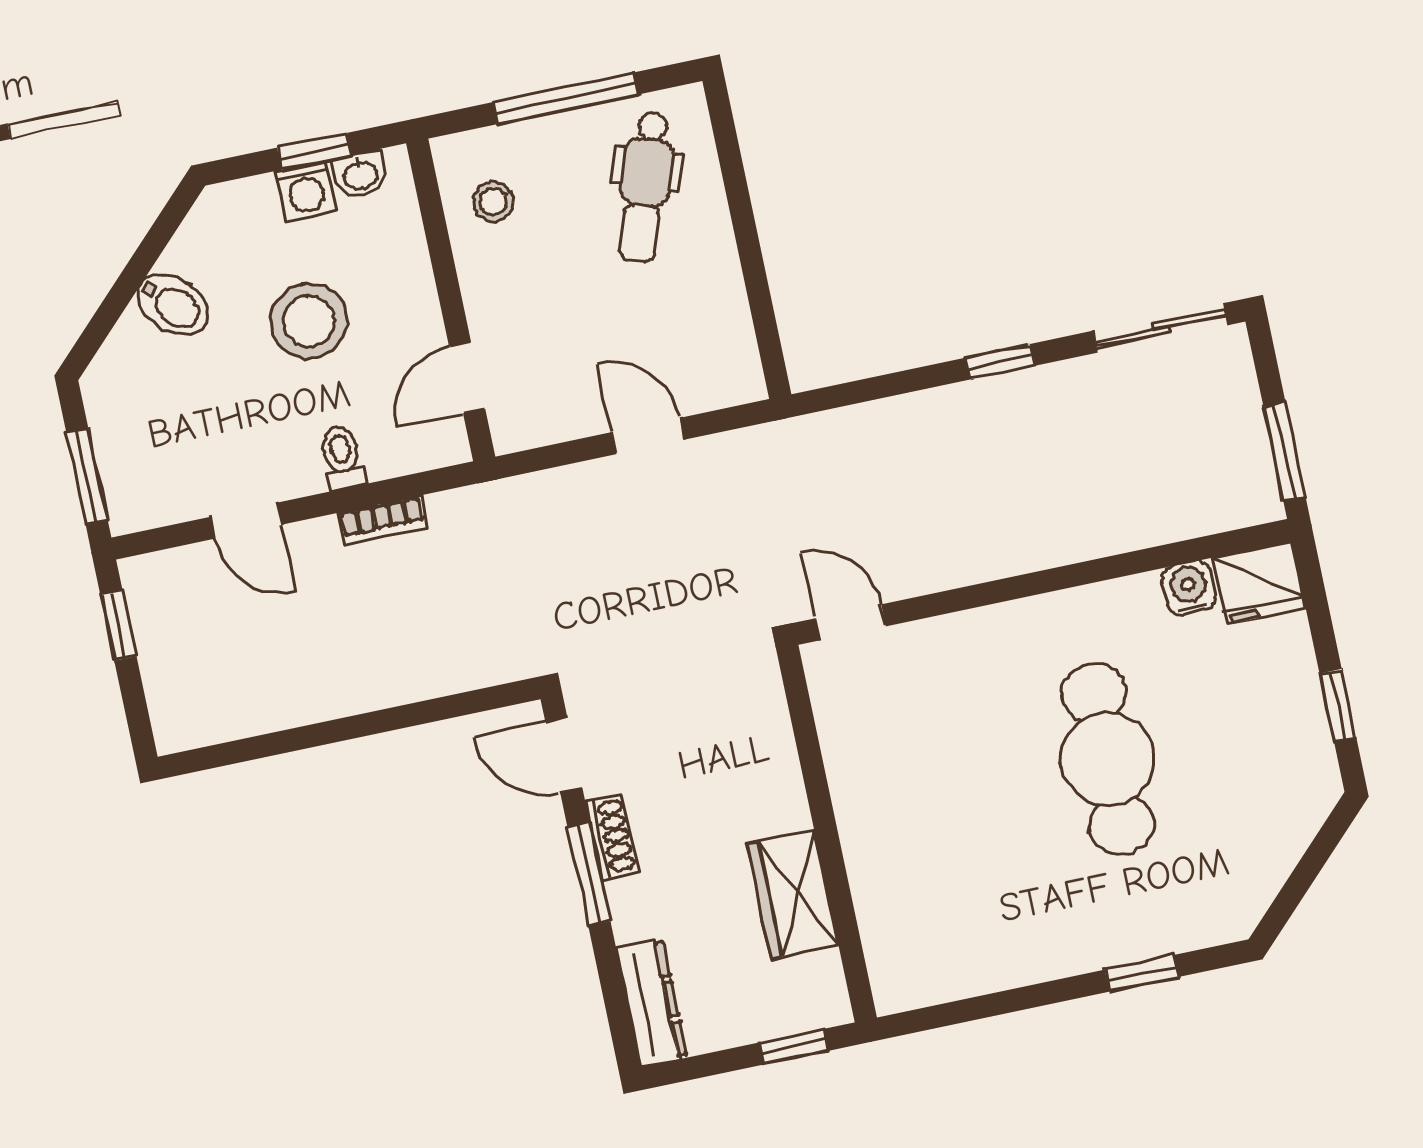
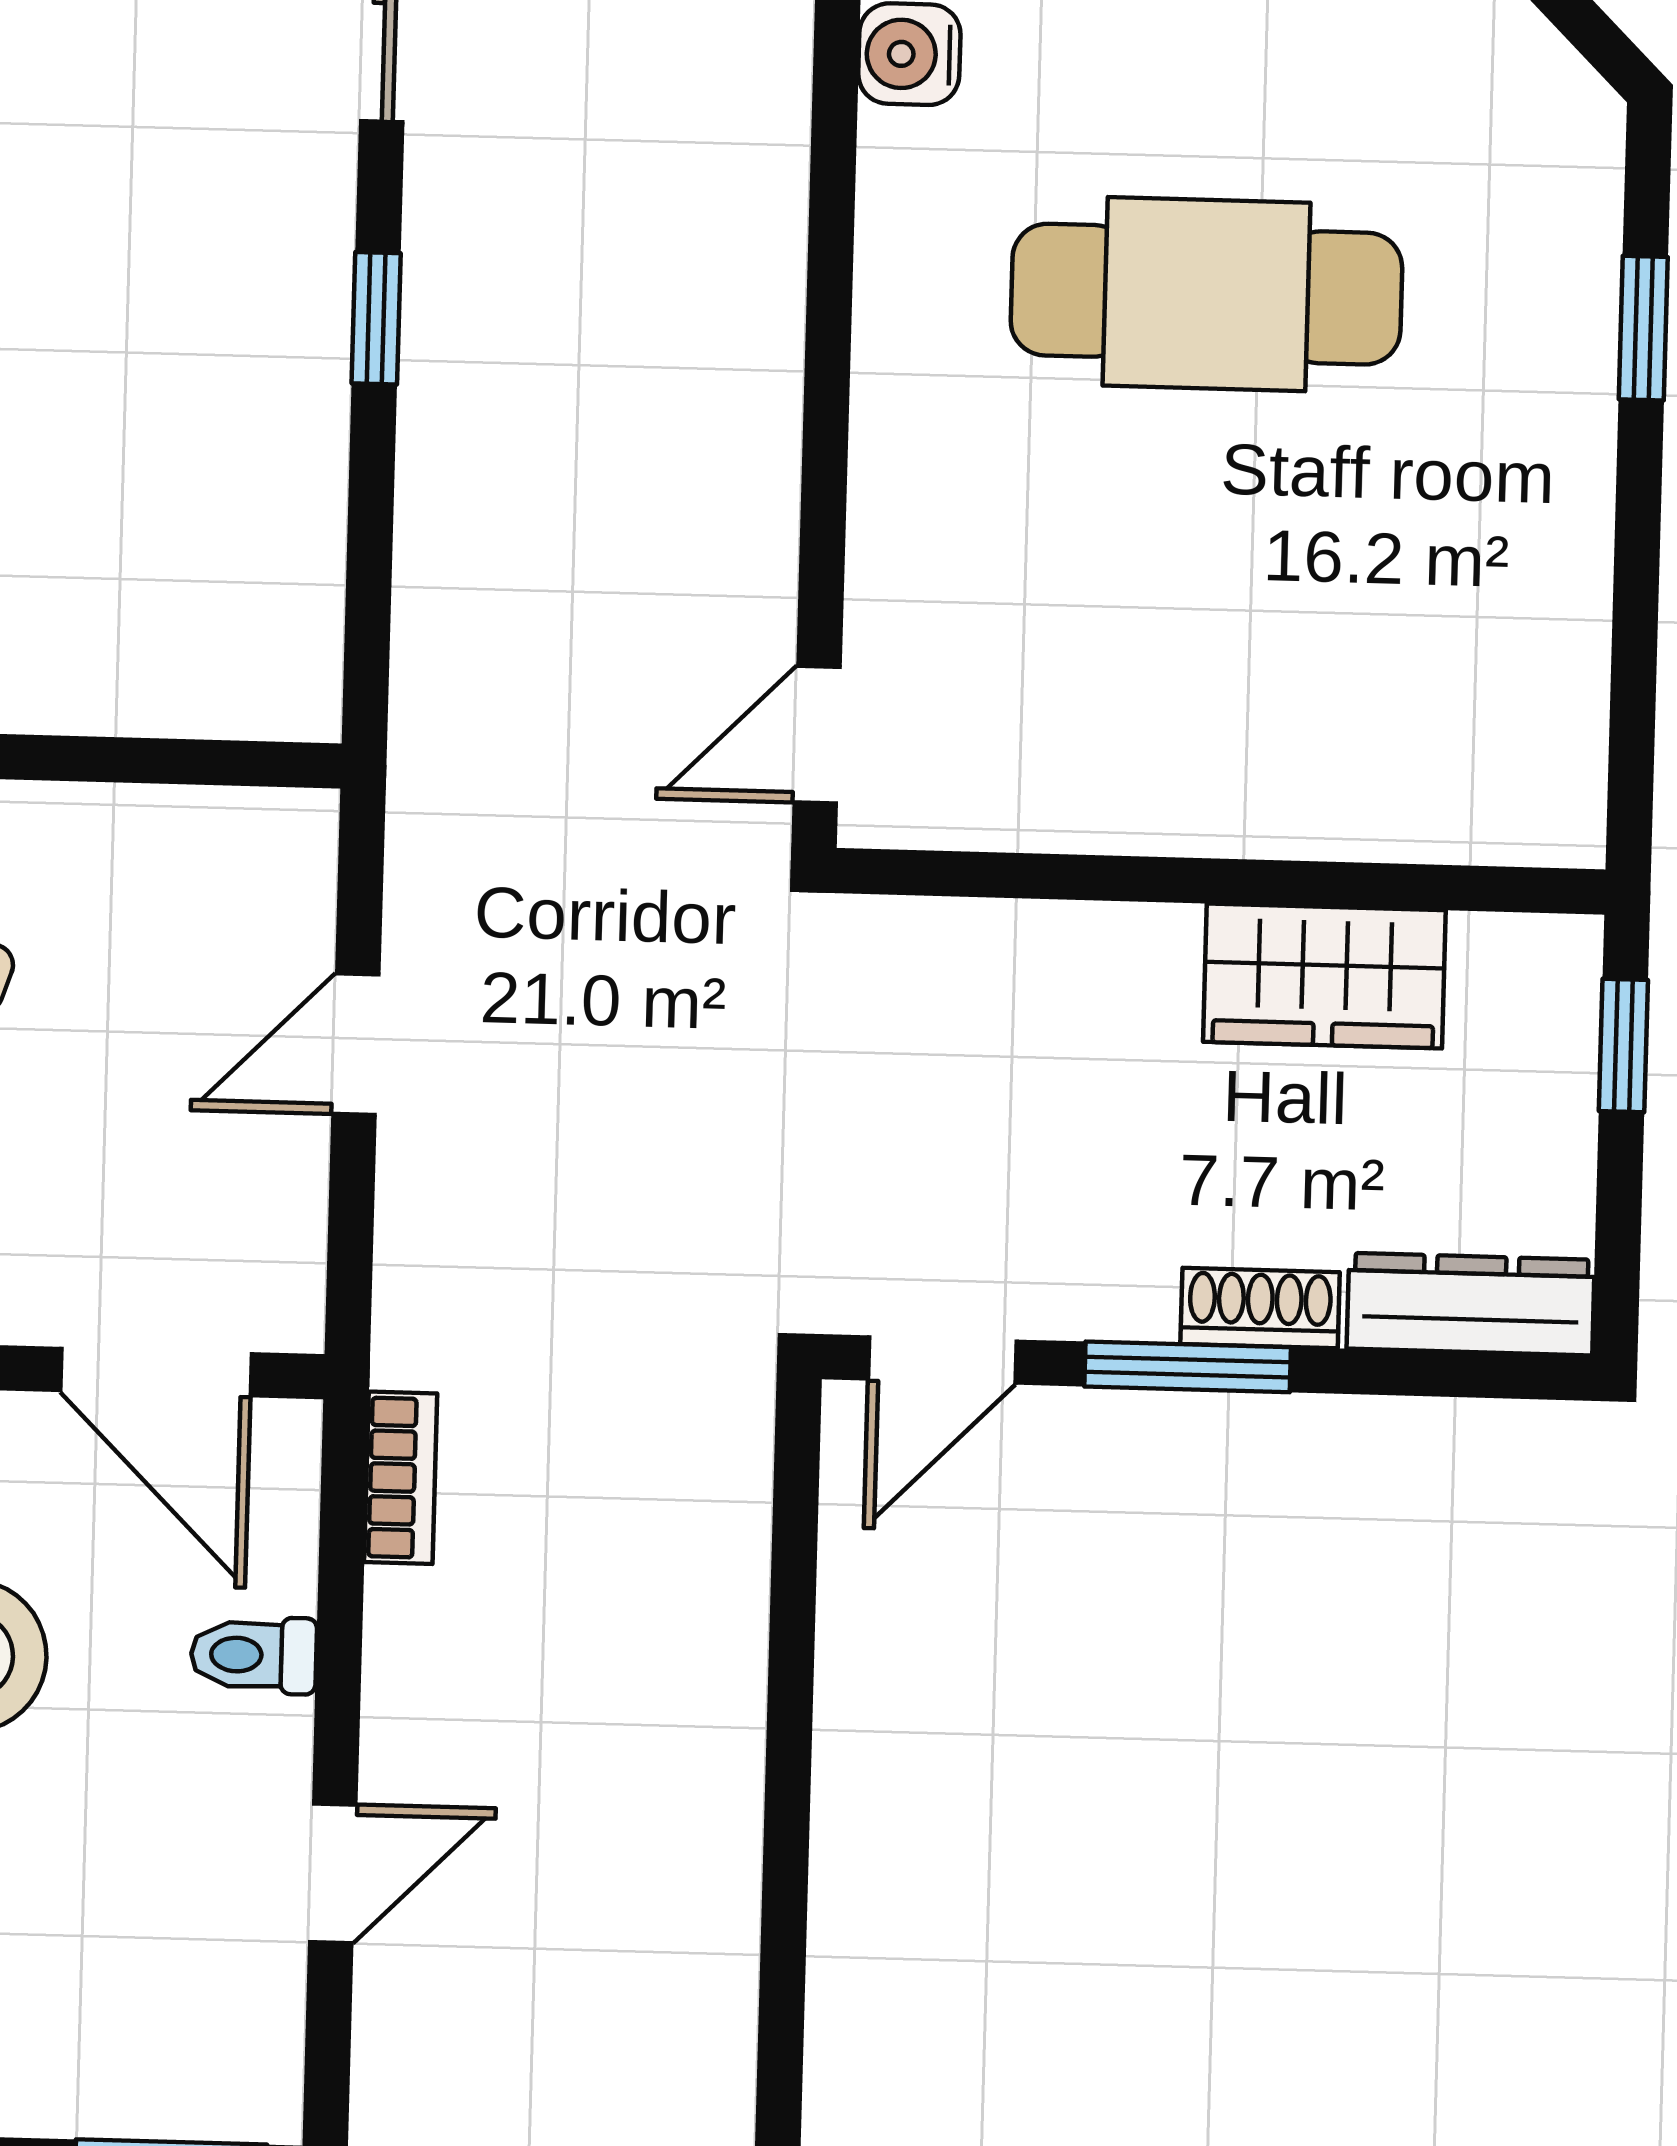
door: (467, 378) -> (156, 1372), width x1.38
bookcase: (383, 521) -> (401, 1478), moved
shoe rack: (612, 837) -> (1260, 1308), moved

